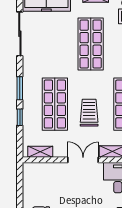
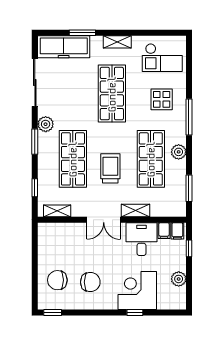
plant: (30, 72) -> (46, 124), added
window: (20, 117) -> (35, 188), moved
double door: (83, 160) -> (104, 220), swing flipped

